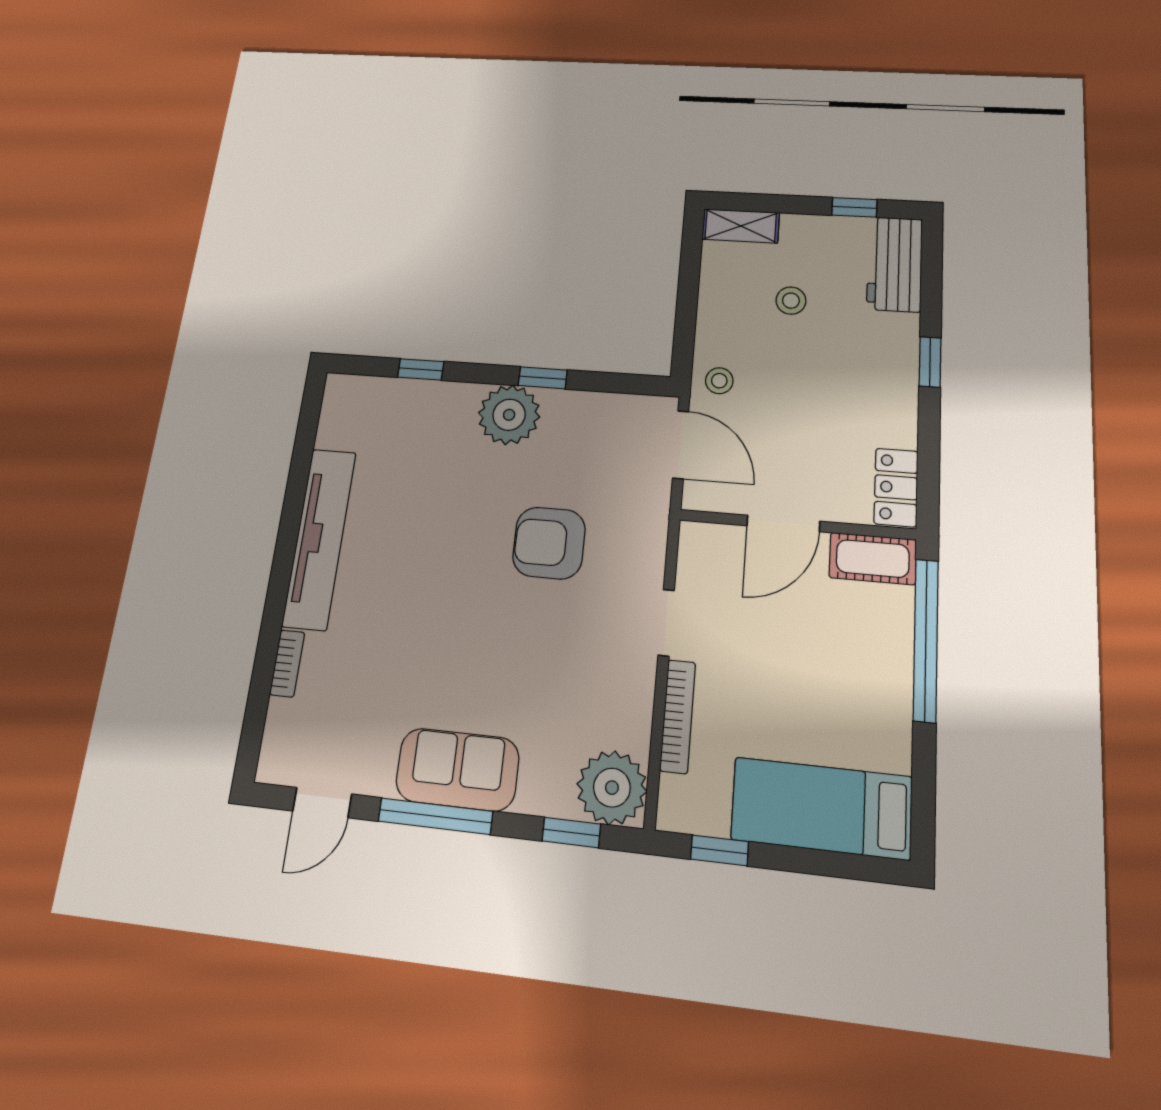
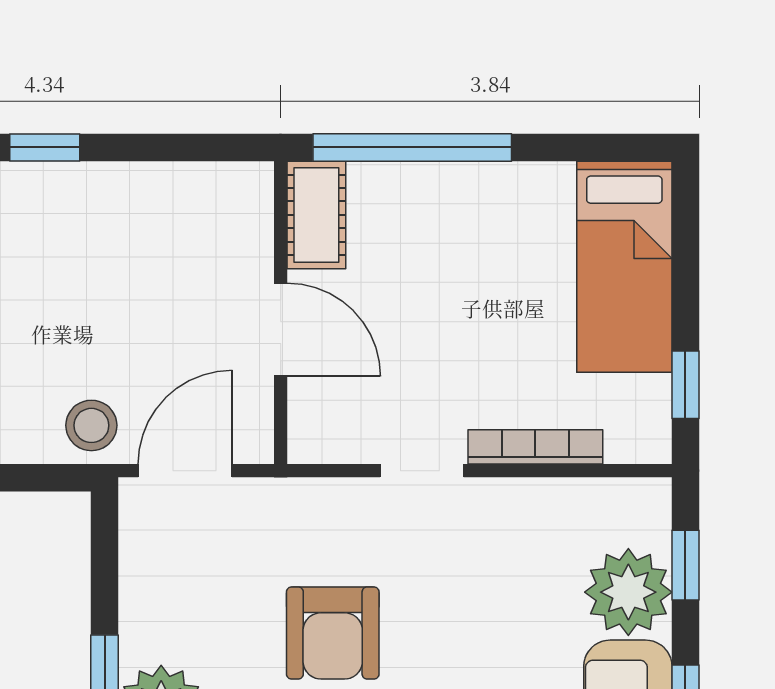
stool: (719, 381) -> (91, 425), width x1.37, depth x1.37
locker: (896, 487) -> (221, 188), removed
plant: (612, 788) -> (628, 592), moved

